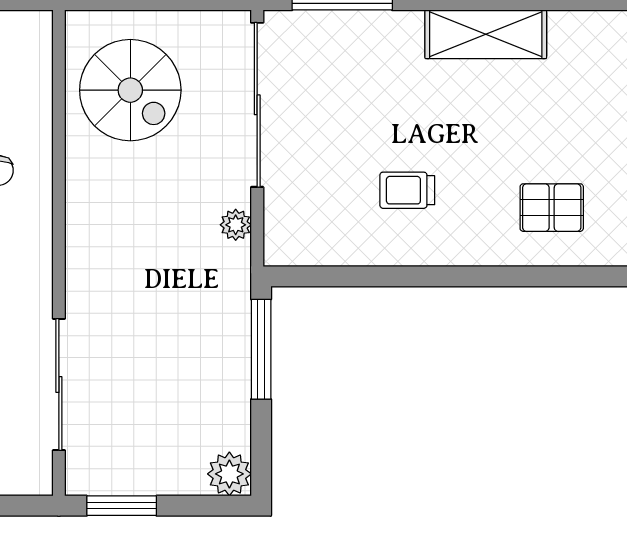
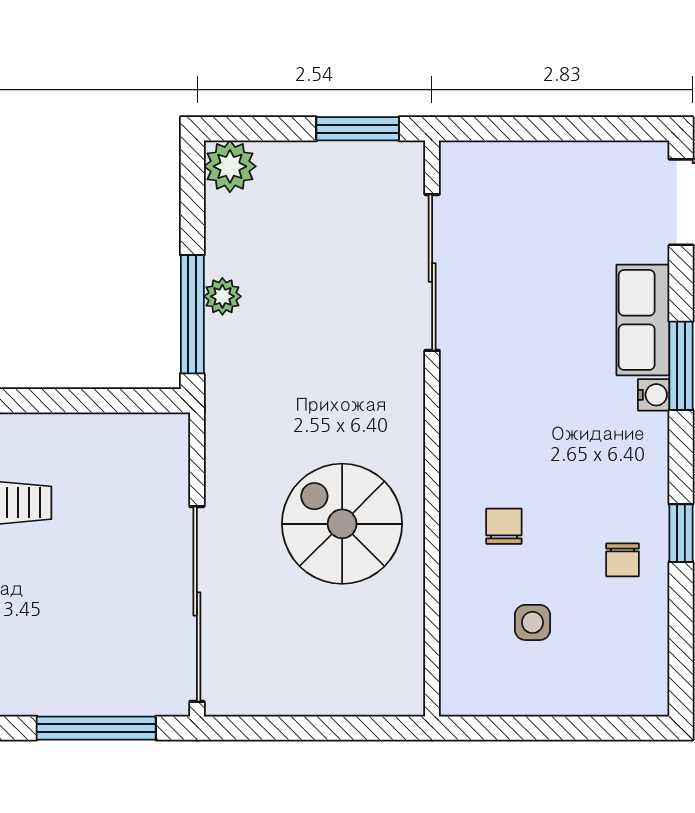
spiral stairs: (130, 90) -> (342, 524), moved
plant: (236, 225) -> (222, 296), moved

